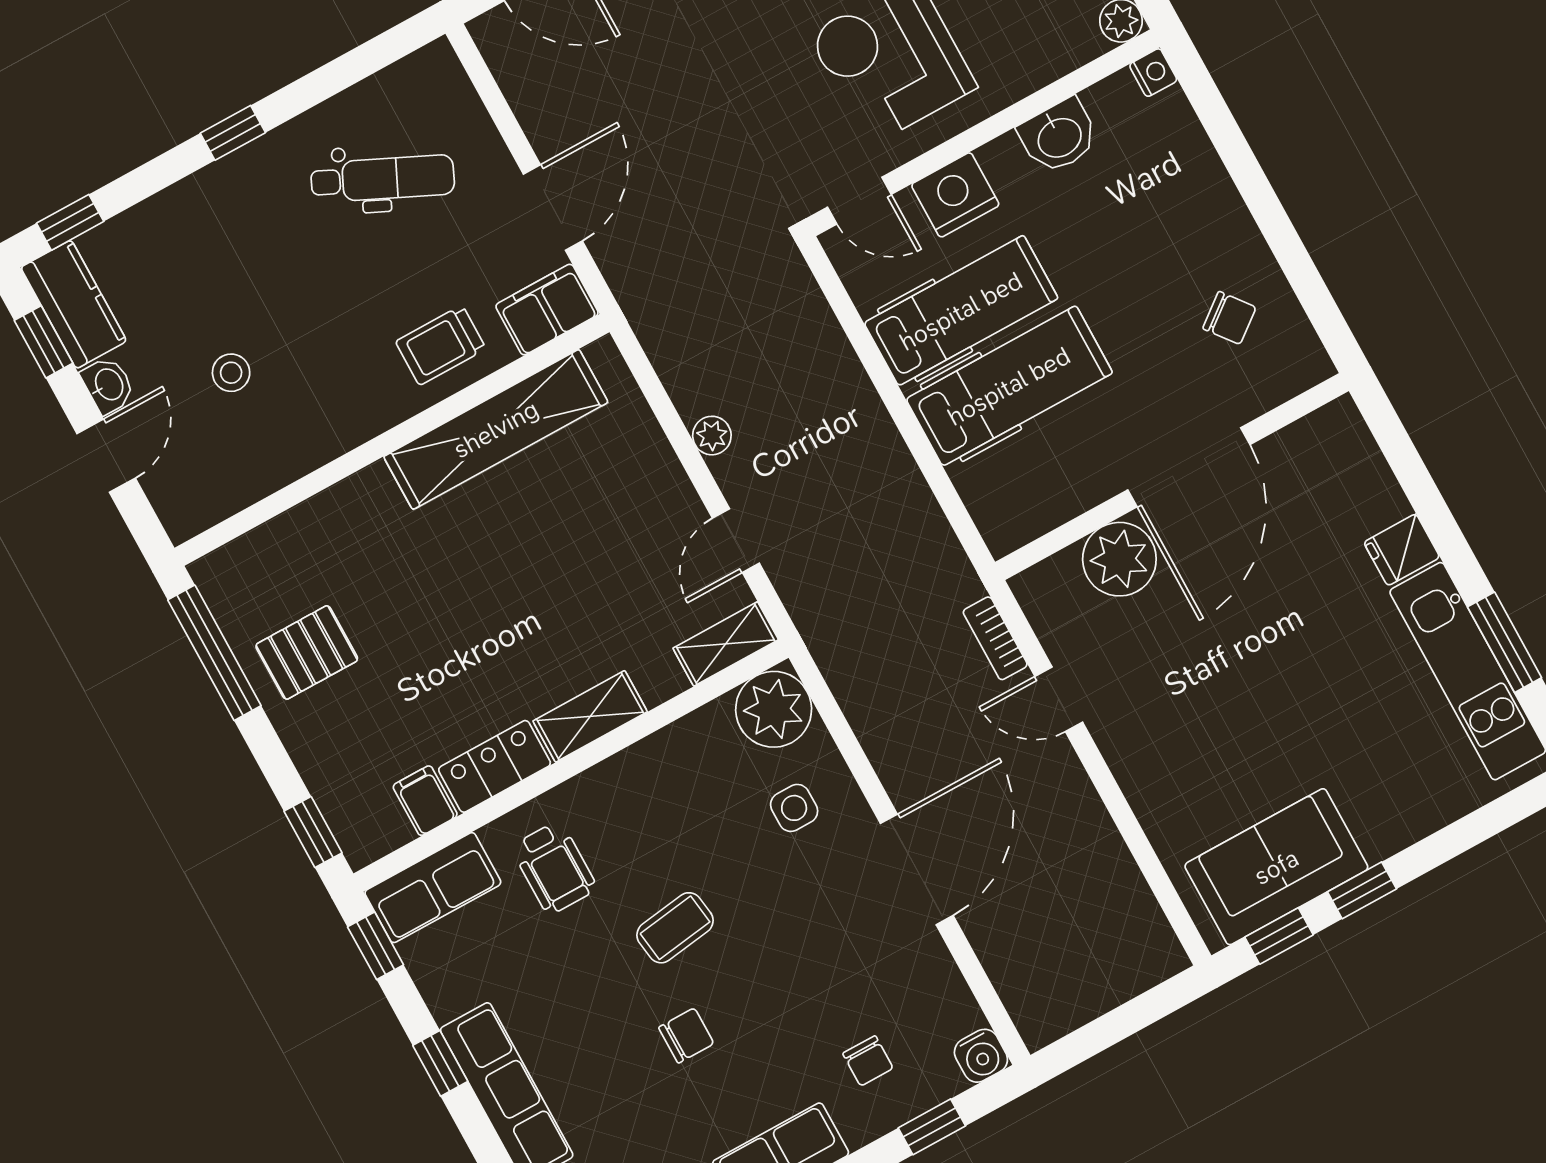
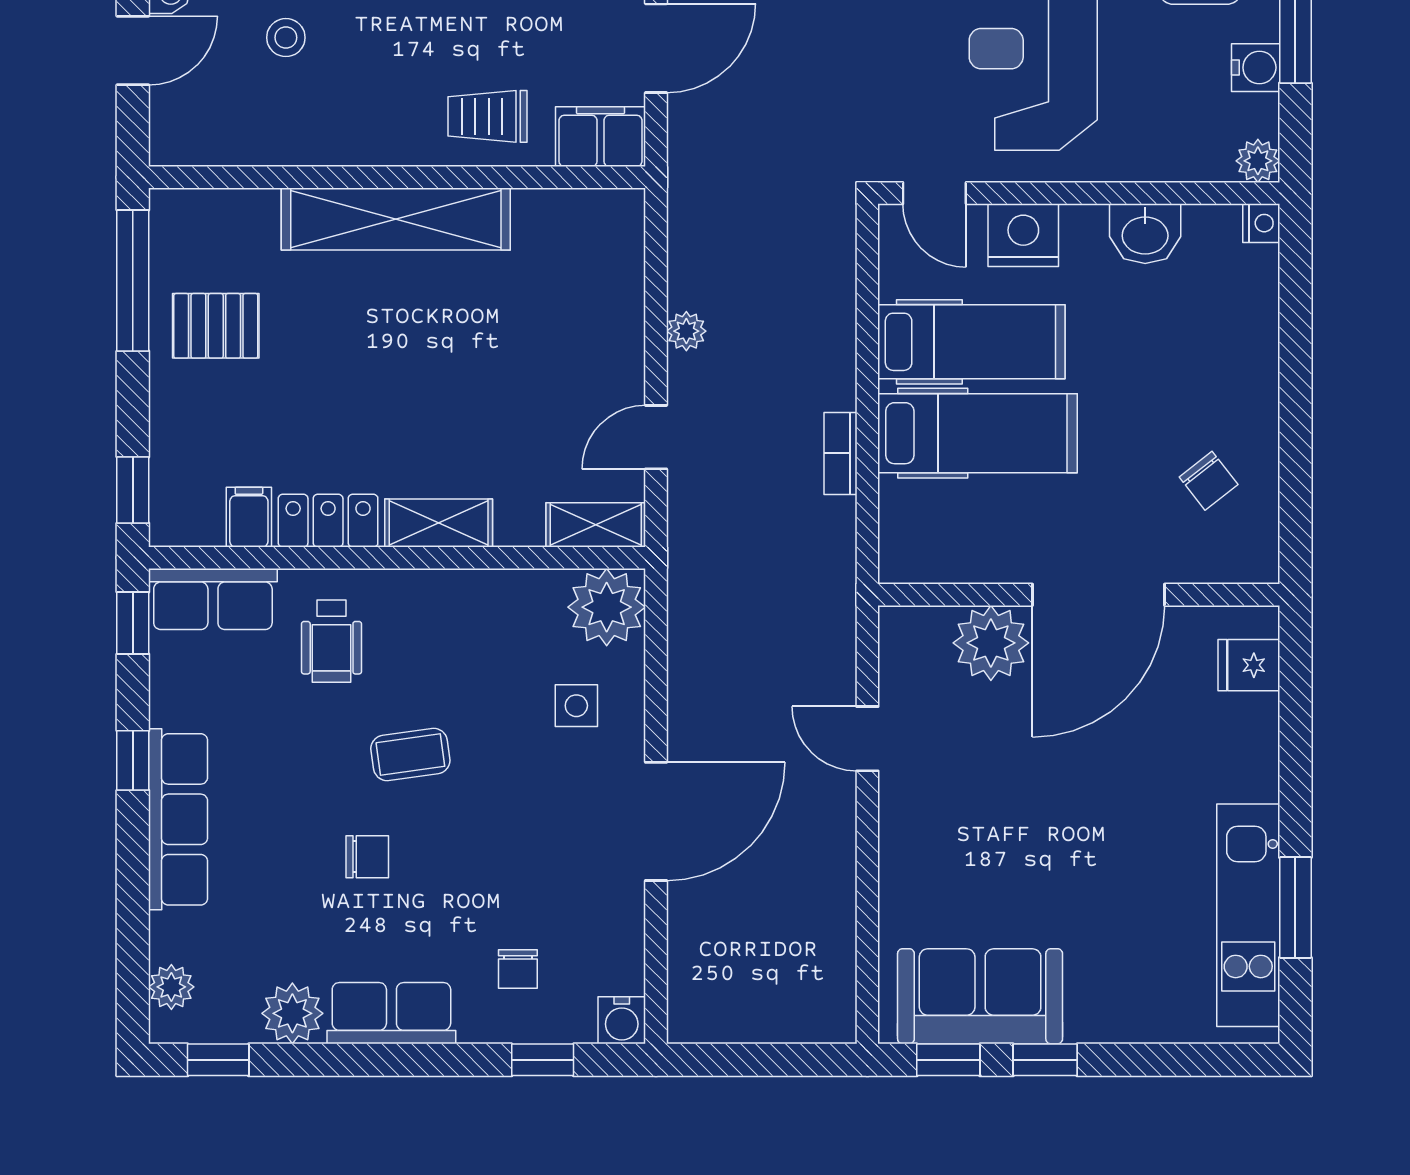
shelving: (496, 429) -> (396, 219), moved
fridge: (1402, 550) -> (1249, 665), moved
bookcase: (995, 638) -> (840, 453), moved

